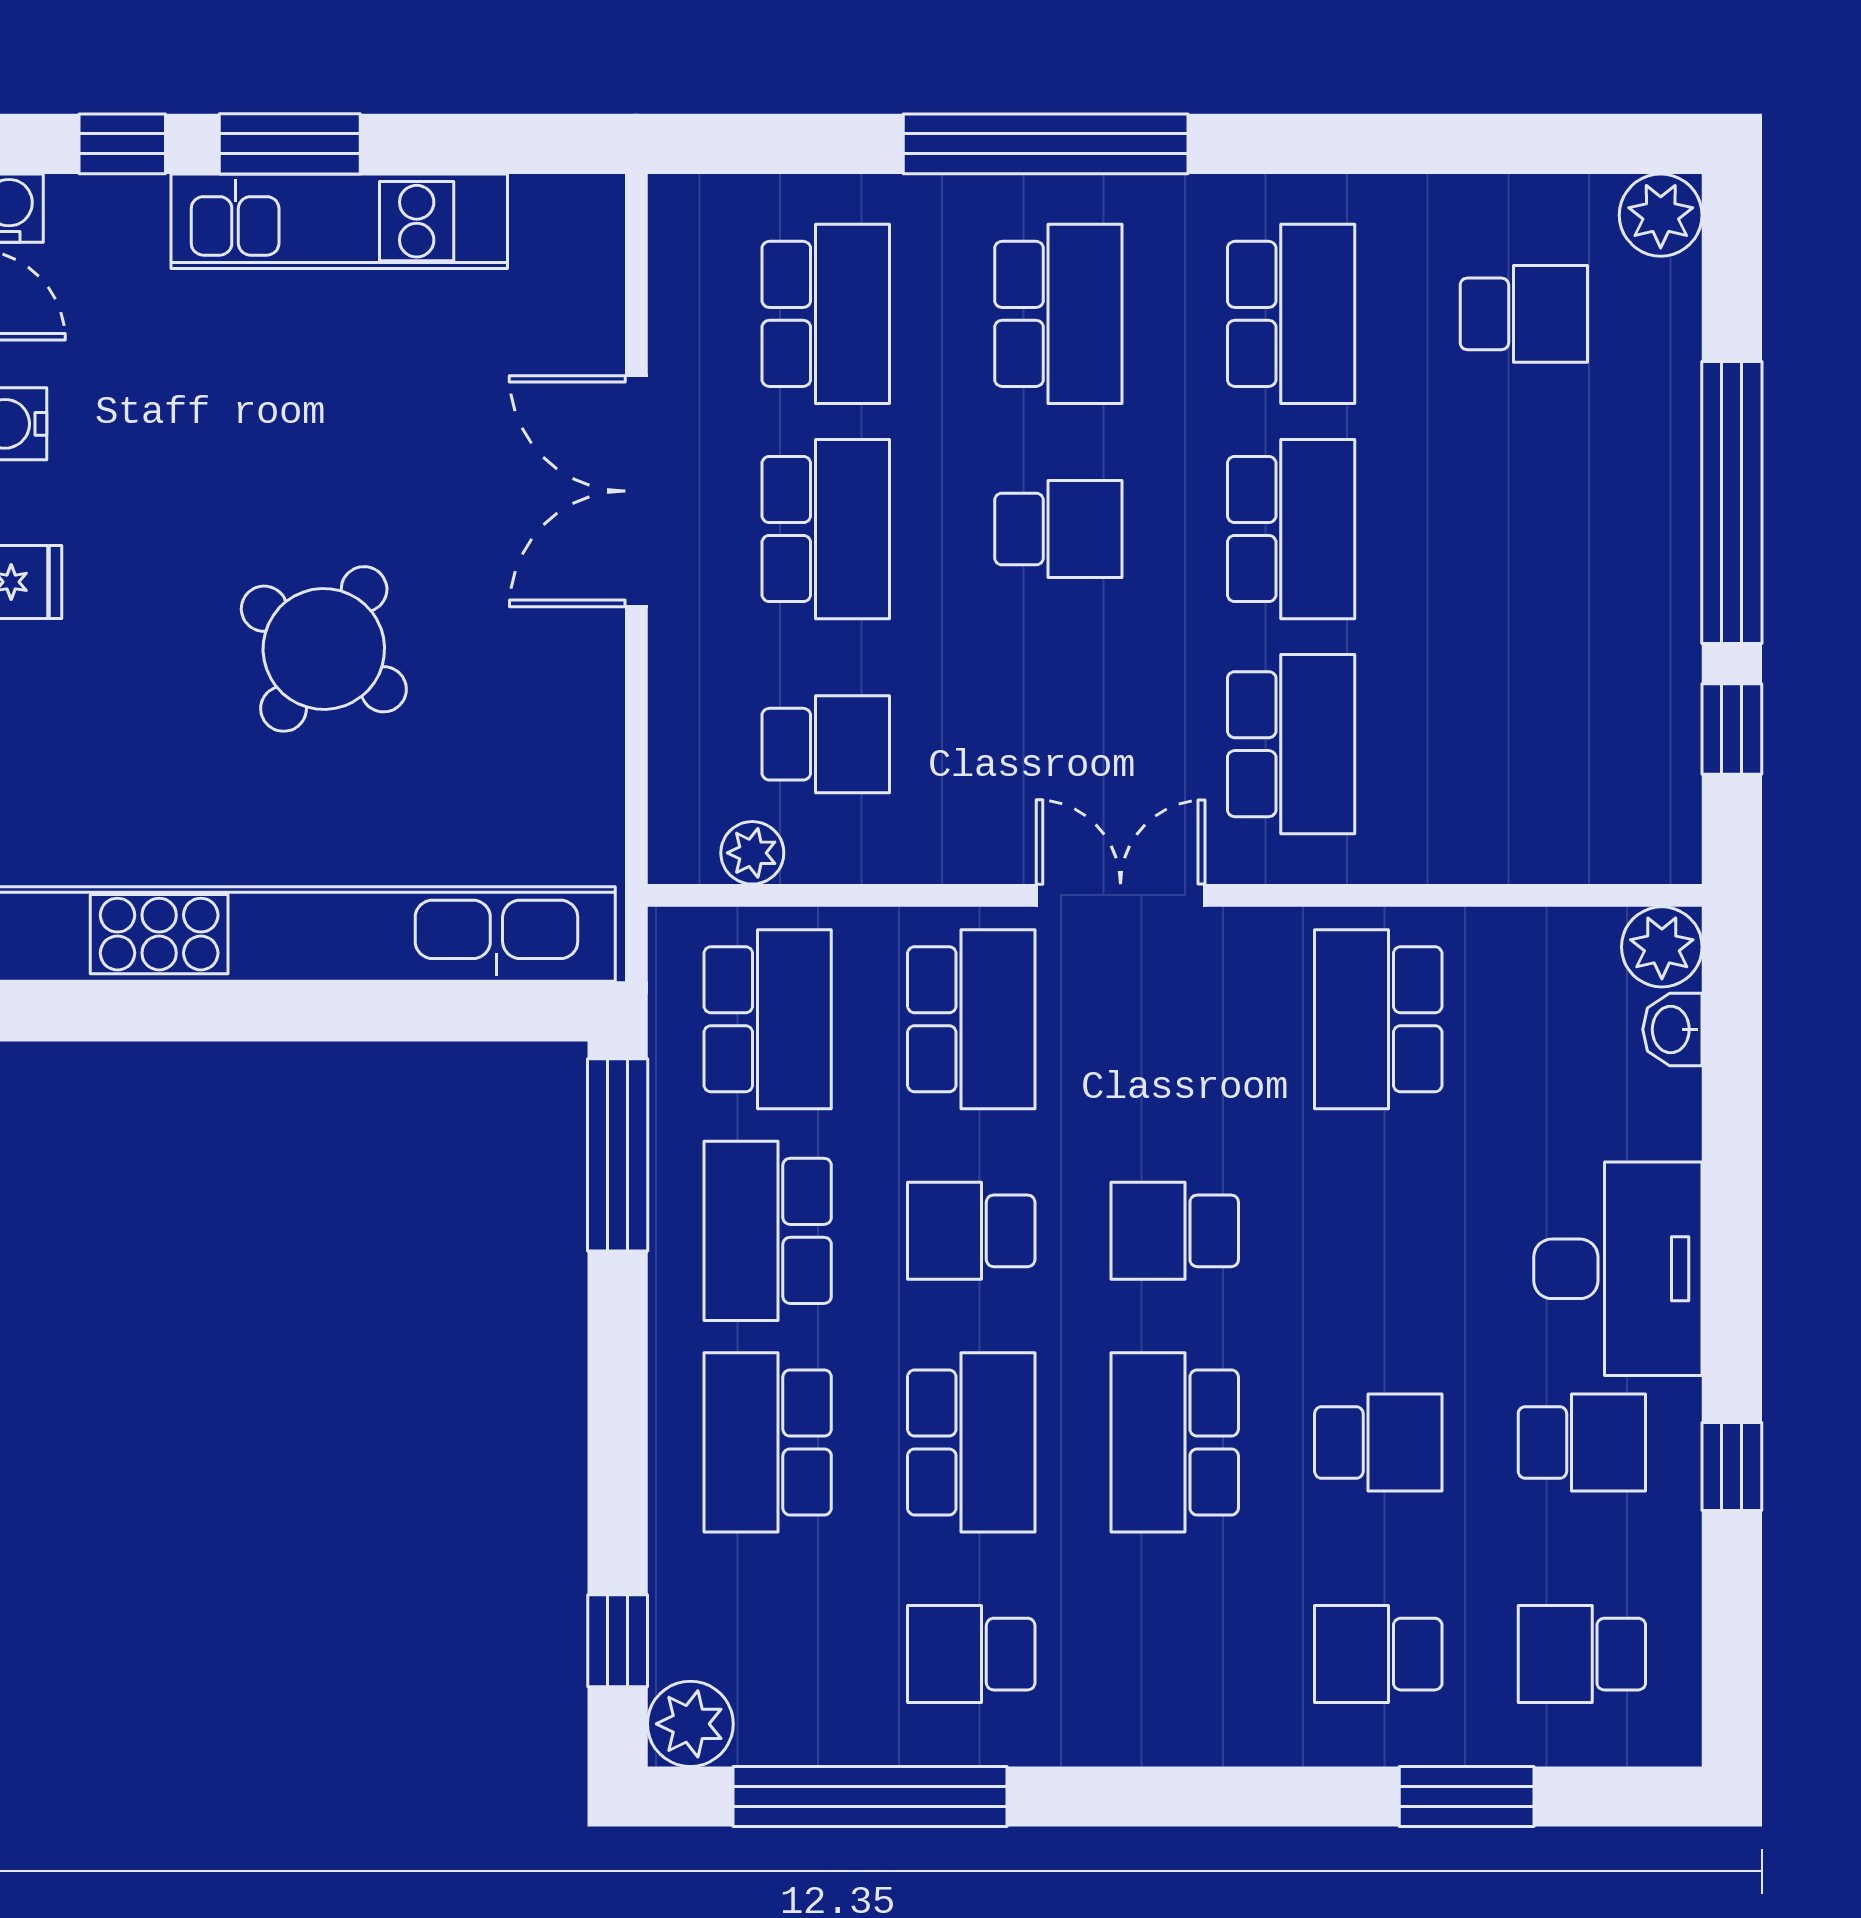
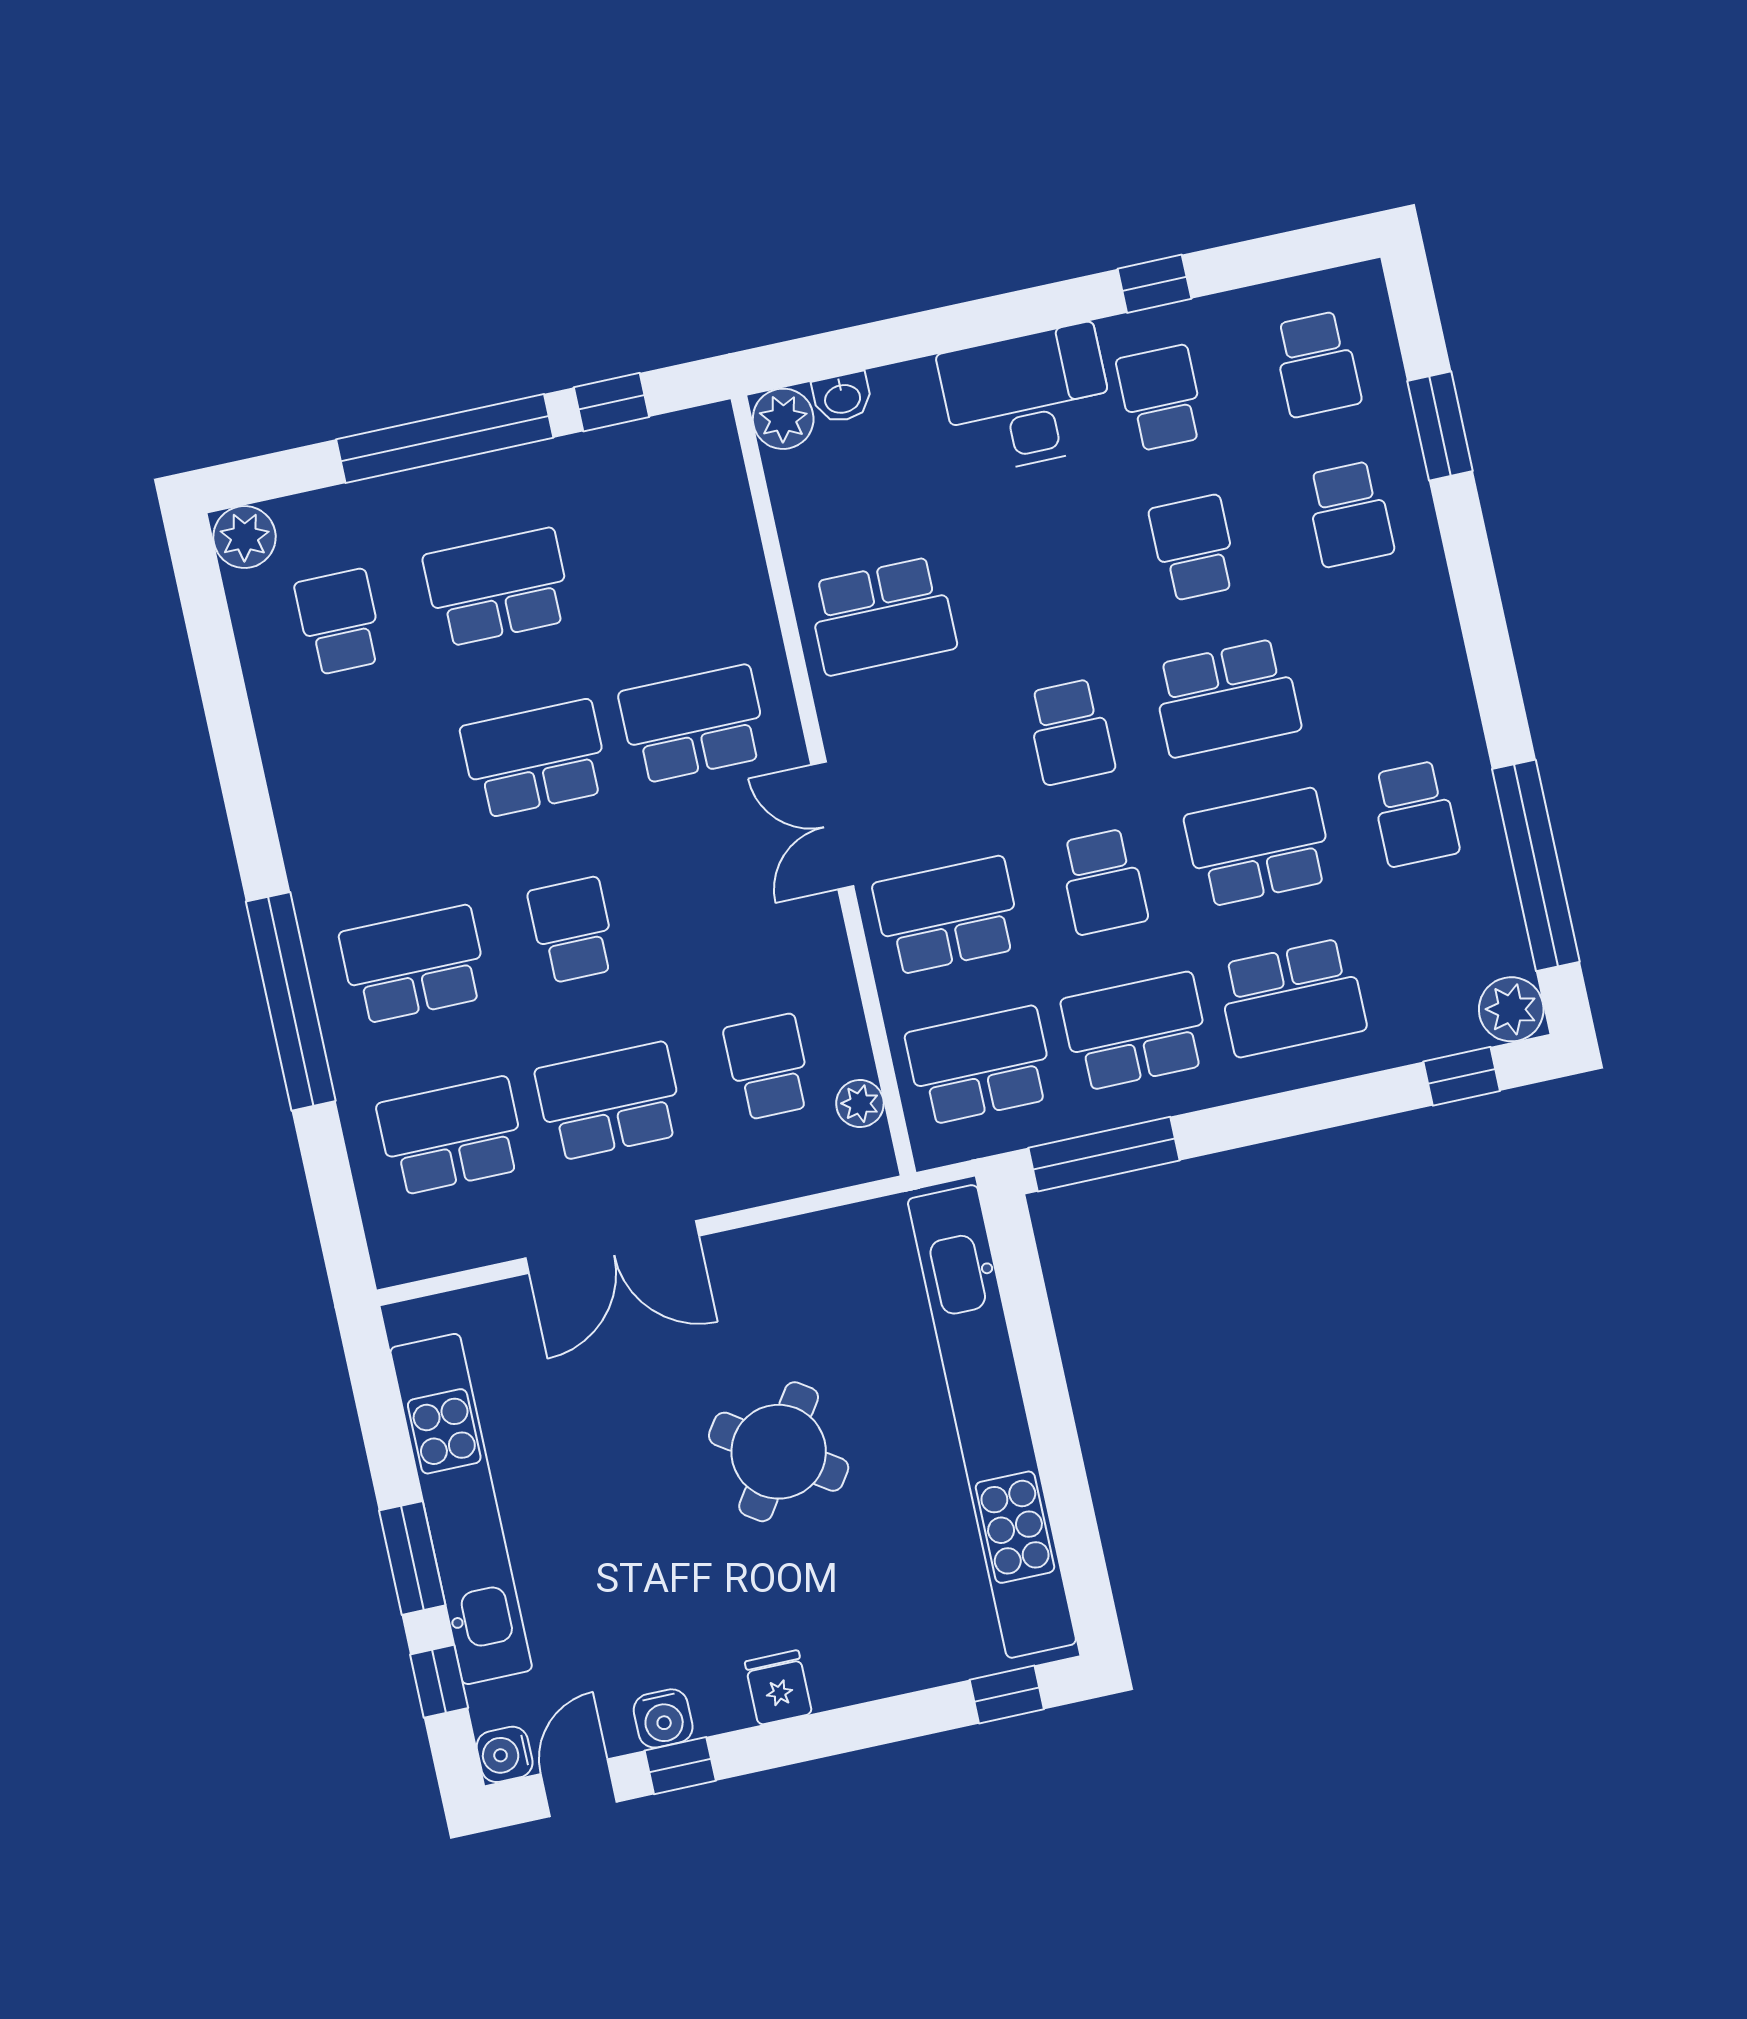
kitchen unit: (339, 221) -> (461, 1509), width x1.36
school desk: (1291, 314) -> (498, 587), moved
school desk: (768, 1231) -> (1136, 1031), turned 180

